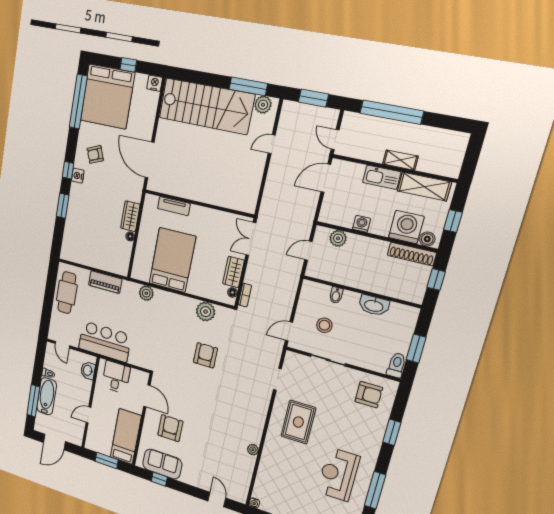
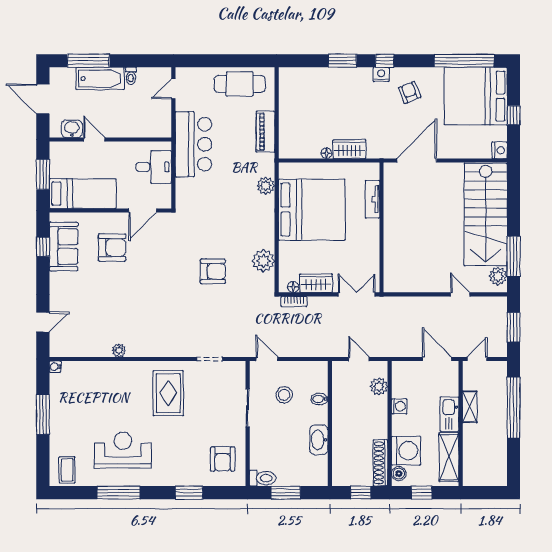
shelving: (400, 160) -> (470, 407), moved
bed: (172, 260) -> (312, 210), width x1.36
washbasin: (88, 370) -> (72, 129), moved
rug: (298, 422) -> (168, 393), turned 90

